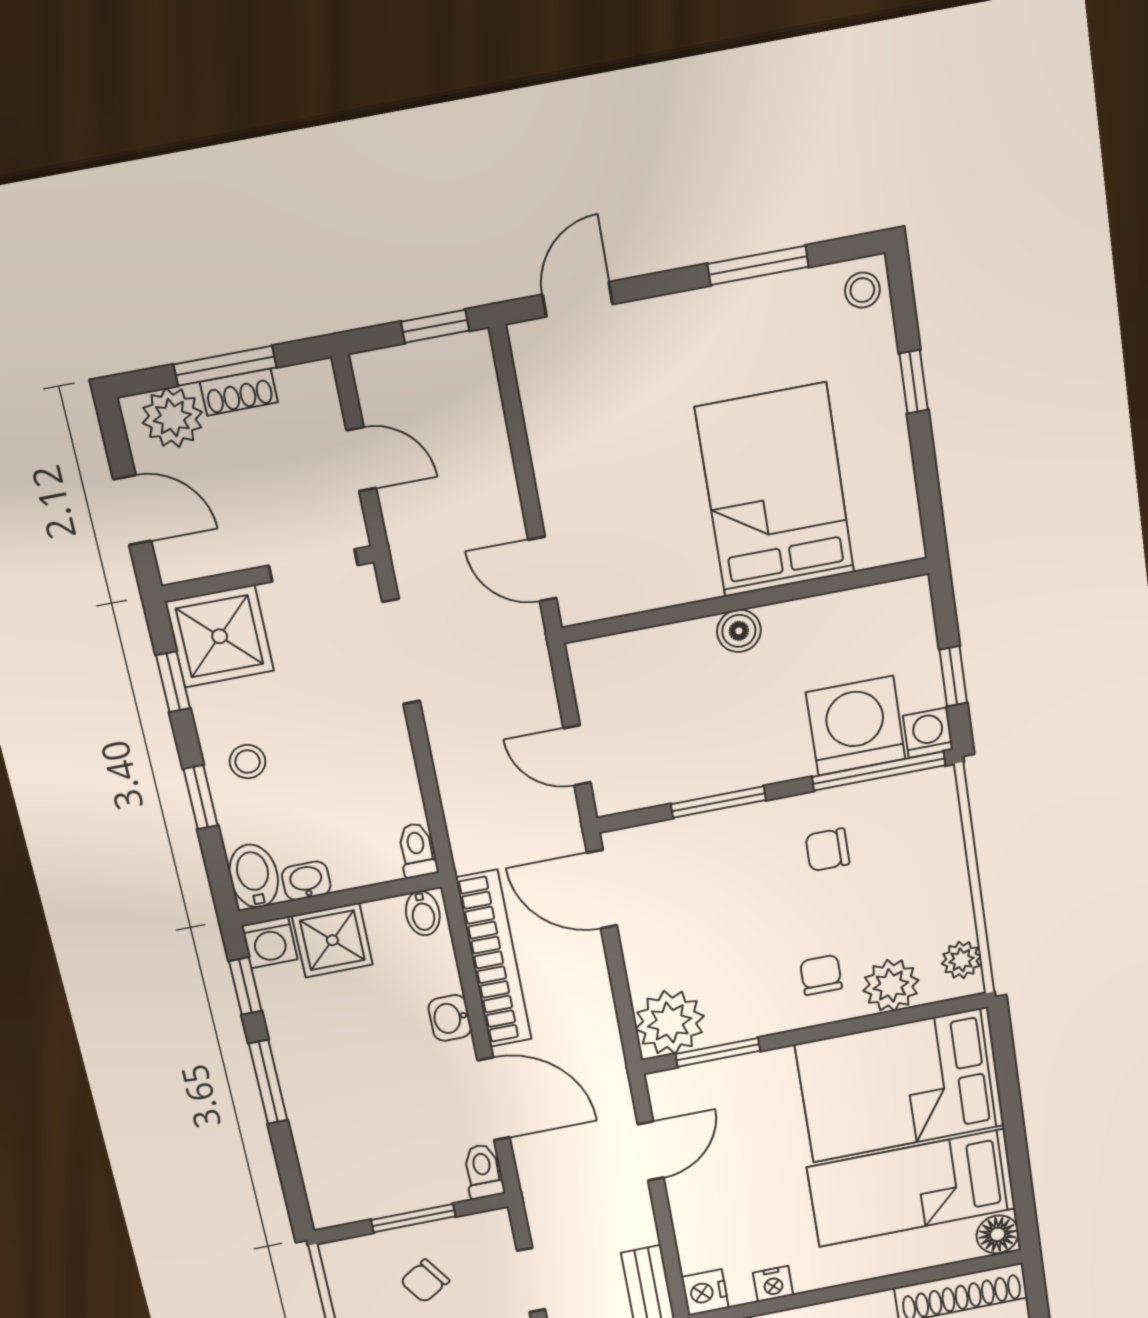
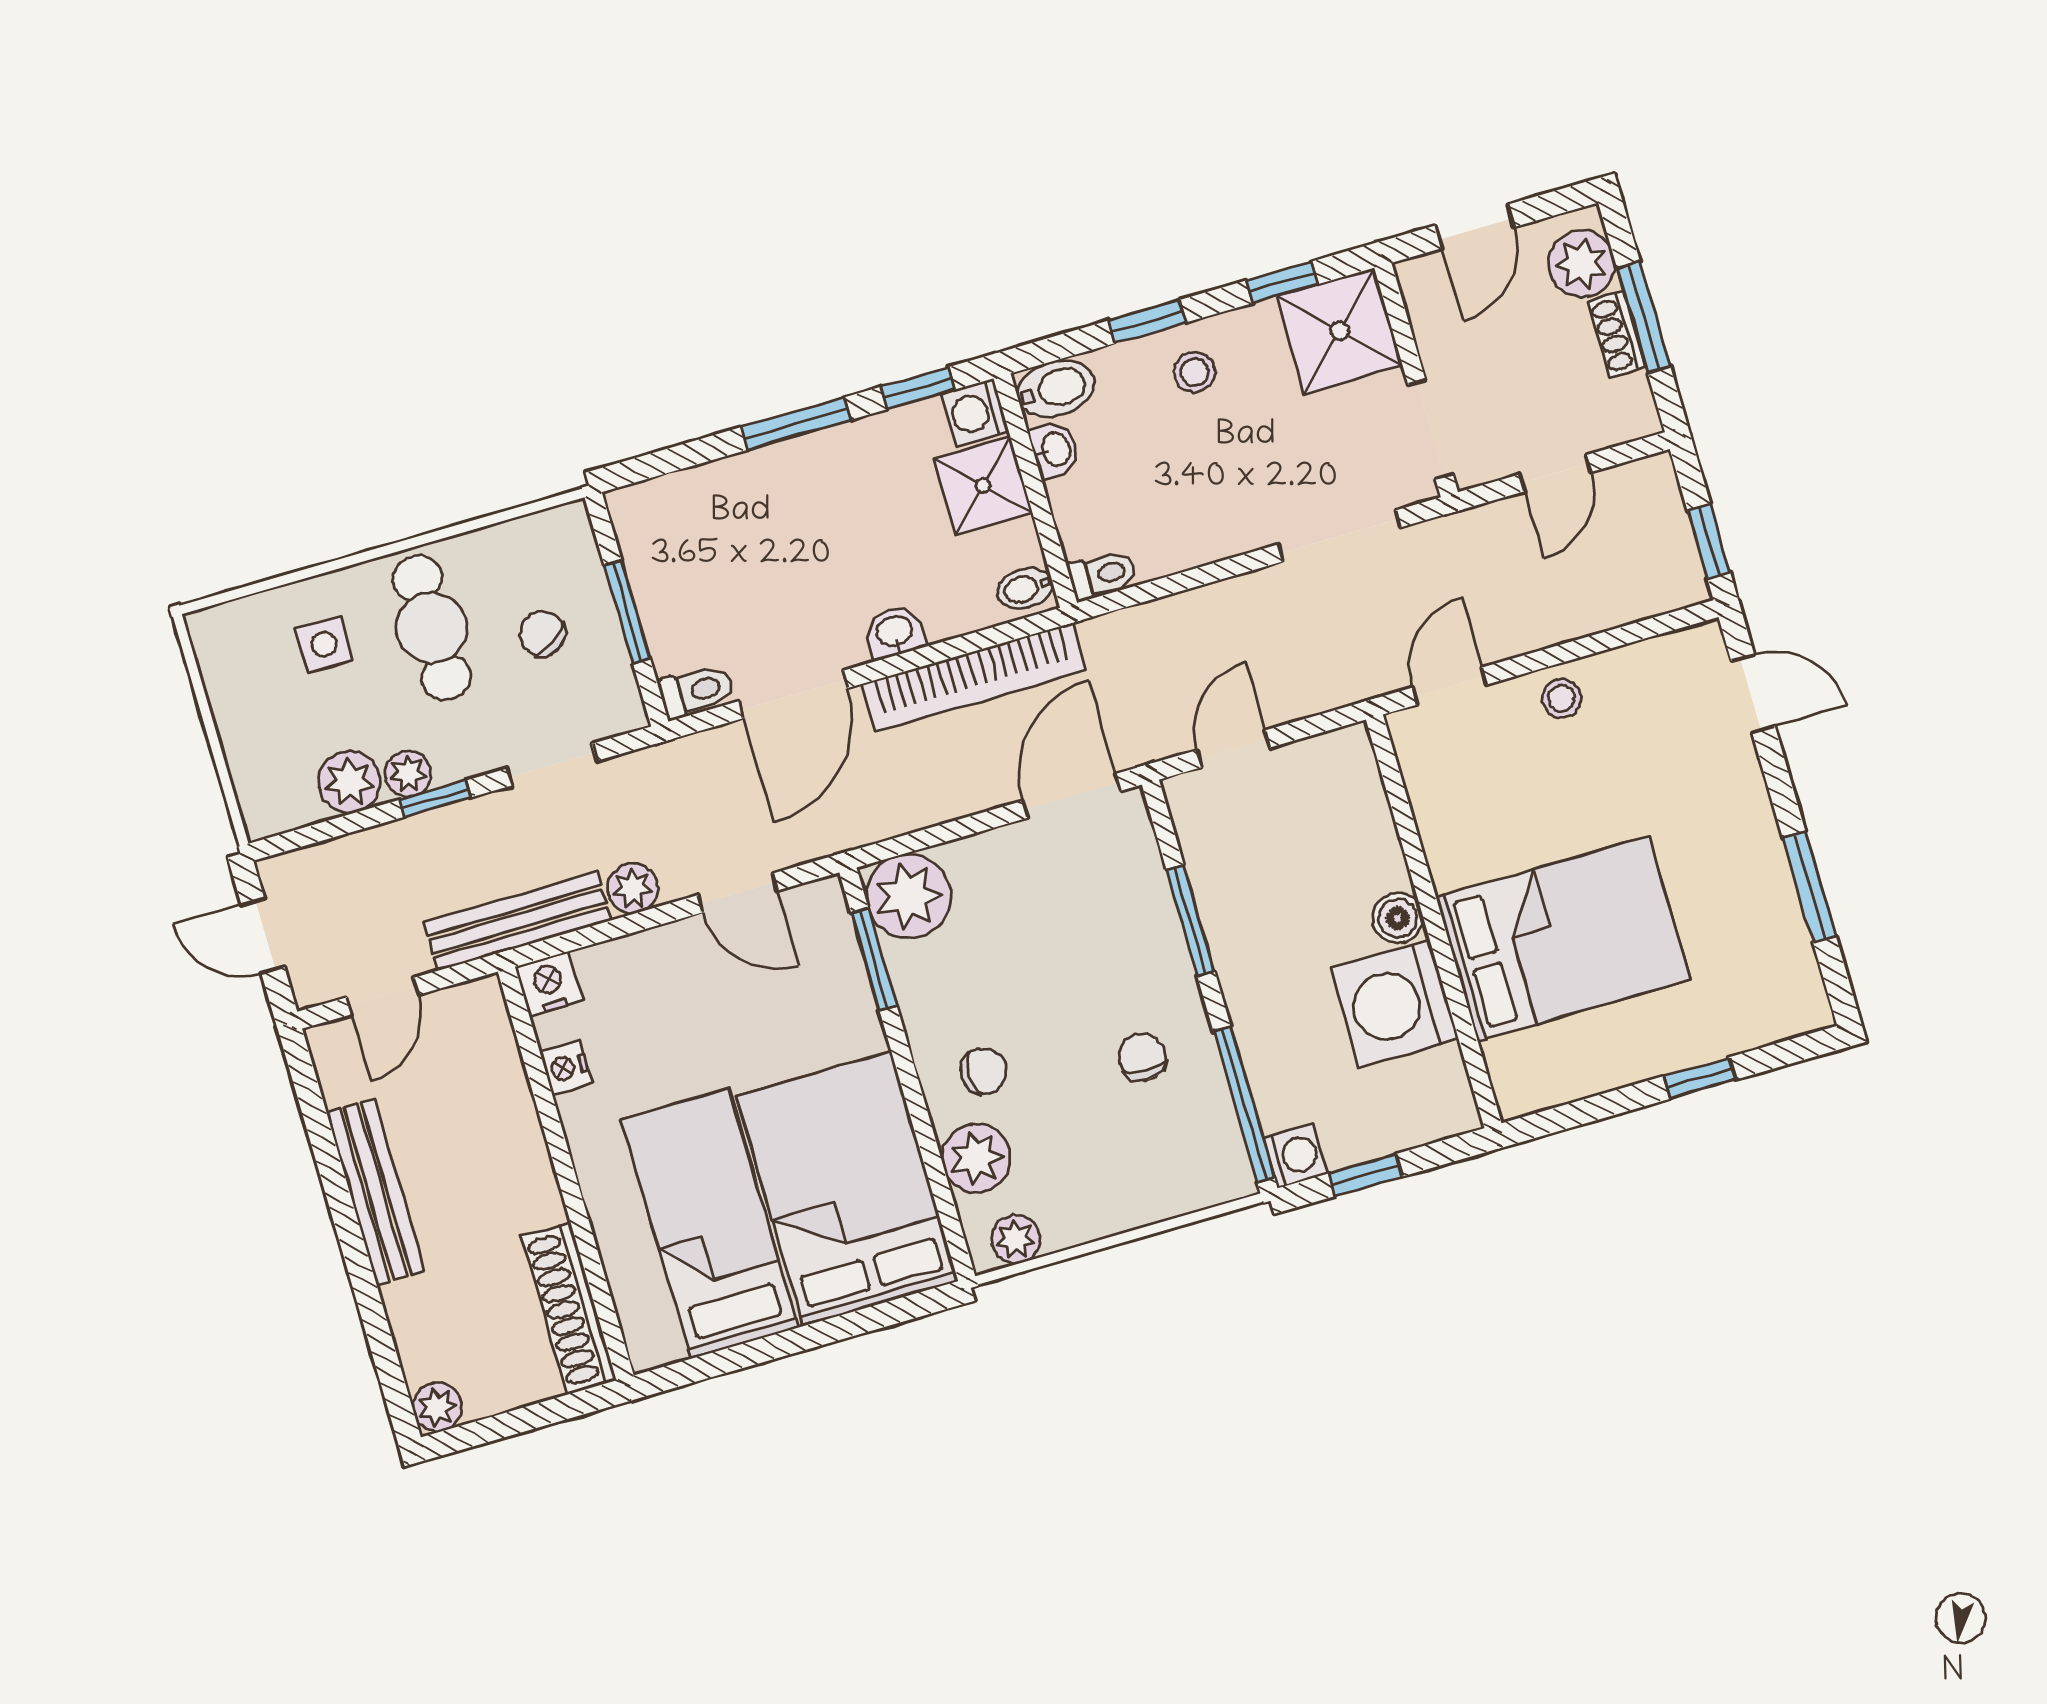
stool: (862, 290) -> (1561, 698), moved
washing machine: (856, 726) -> (1395, 1004), moved, turned 180
plant: (637, 1228) -> (633, 888), added
floor lamp: (998, 1234) -> (653, 1342), removed

